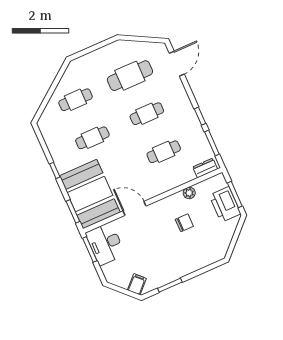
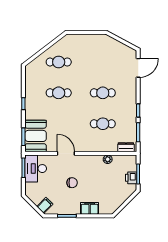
cafe table: (130, 76) -> (103, 62), removed
booth: (90, 194) -> (36, 136), width x0.73, depth x0.70
printer: (225, 204) -> (131, 178), width x0.53, depth x0.68
chair: (184, 223) -> (72, 183), moved
filing cabinet: (194, 263) -> (90, 208), added

